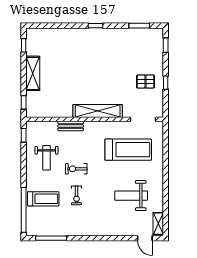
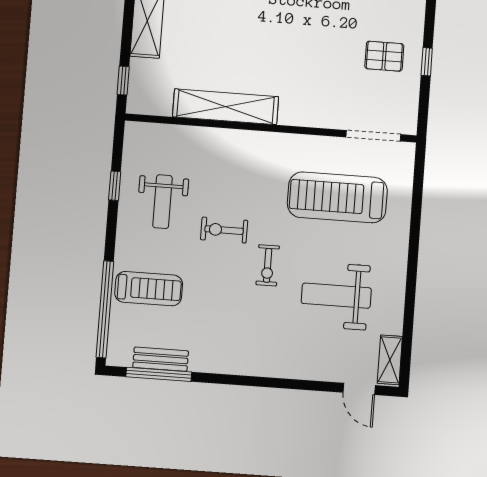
shelving: (98, 111) -> (226, 107), moved
bench: (71, 126) -> (161, 359), moved
window: (24, 135) -> (115, 186), moved
treadmill: (128, 150) -> (337, 197), turned 180
exercise bike: (76, 195) -> (268, 265), moved

